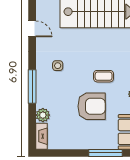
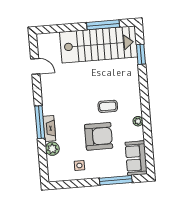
side table: (58, 66) -> (79, 165), moved
fireplace: (41, 136) -> (49, 128), moved

